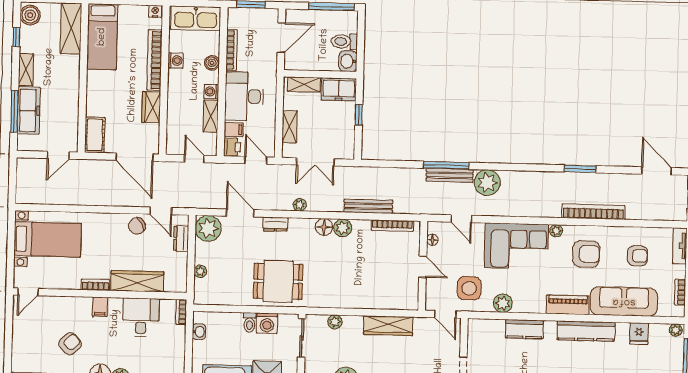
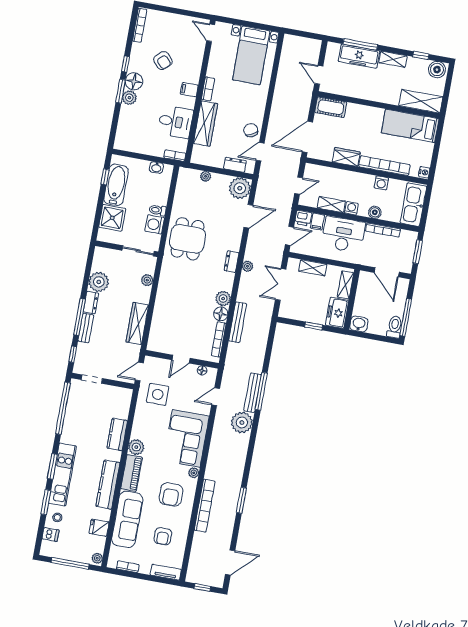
toilet: (344, 41) -> (395, 327), moved
dresser: (275, 224) -> (231, 262), moved
floor lamp: (324, 227) -> (221, 314), moved
plant: (503, 303) -> (136, 447), moved

